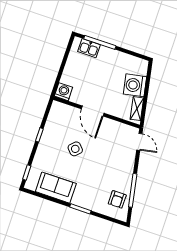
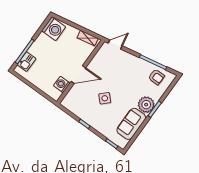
washing machine: (135, 85) -> (54, 29), moved, turned -79
washing machine: (63, 92) -> (62, 84), moved
plant: (83, 198) -> (146, 105), added

